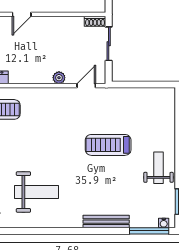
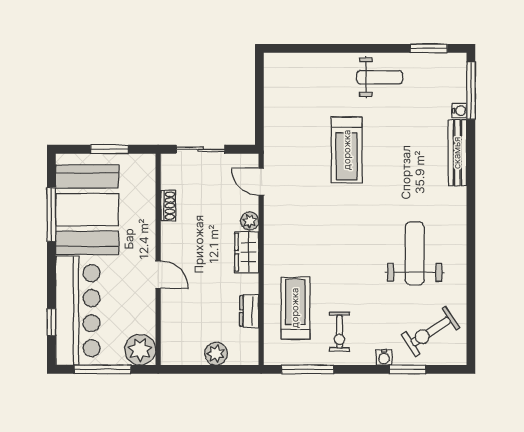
shoe rack: (95, 21) -> (168, 206), moved
wardrobe: (37, 76) -> (247, 252), added
weight bench: (159, 168) -> (380, 77), turned 180
water cooler: (164, 223) -> (459, 111), moved

